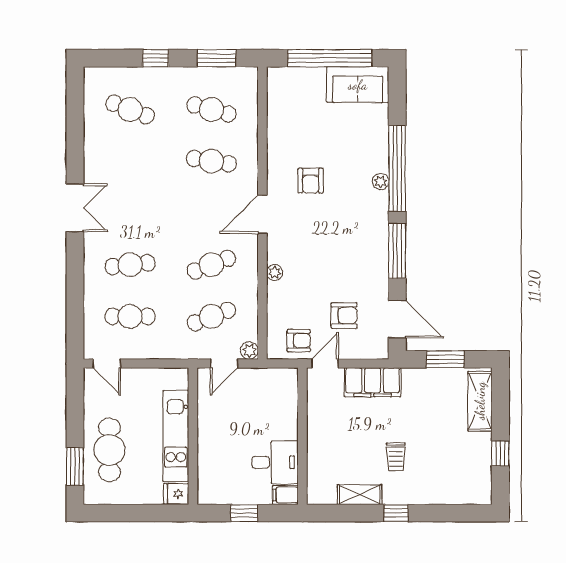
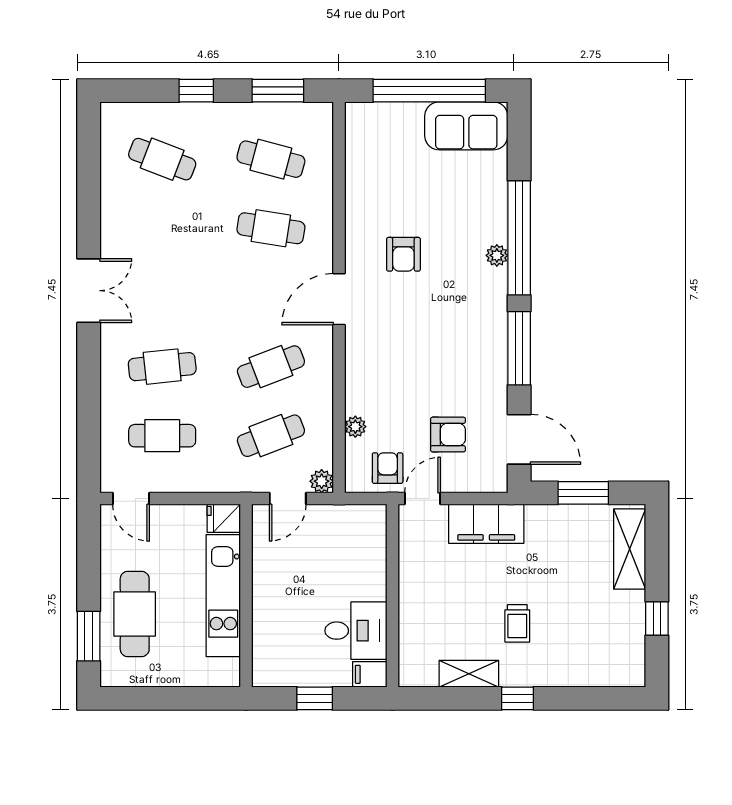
plant: (275, 273) -> (355, 427), moved
armchair: (299, 341) -> (388, 468), turned -90
fridge: (176, 494) -> (224, 518), moved

